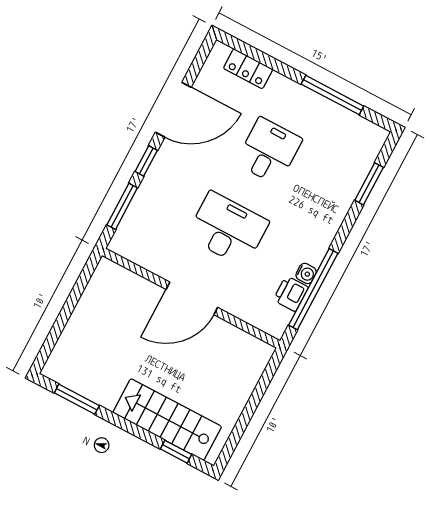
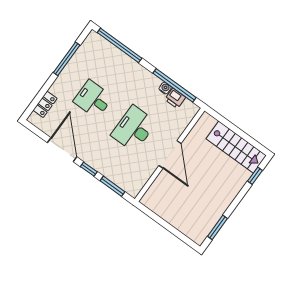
window: (369, 184) -> (120, 45), width x2.11
stairs: (167, 420) -> (236, 147), moved, turned -90

